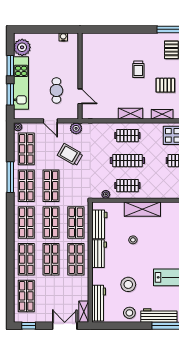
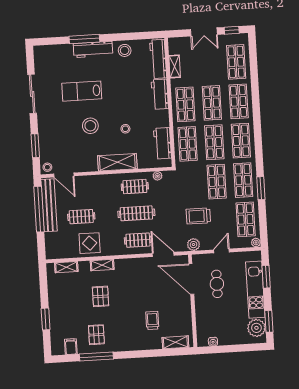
window: (10, 66) -> (269, 321), moved
trolley: (138, 69) -> (152, 320), moved
pallet: (165, 85) -> (101, 296), turned 90
door: (80, 96) -> (191, 279), width x1.87
shelving: (131, 114) -> (175, 342), moved
door: (50, 121) -> (221, 251), hinge flipped
door: (105, 121) -> (163, 254), added
trolley: (70, 155) -> (198, 216), turned 150
window: (10, 177) -> (261, 188), width x0.69
workbench: (99, 254) -> (160, 94), moved
stool: (128, 284) -> (90, 126), moved
shelving: (84, 312) -> (175, 66), moved
double door: (65, 326) -> (204, 32), moved

